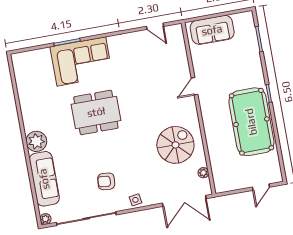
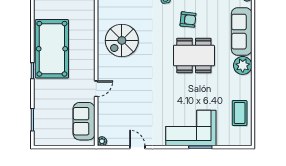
door: (155, 26) -> (137, 147), moved
sofa: (212, 30) -> (84, 121), moved, turned -90
coffee table: (30, 88) -> (240, 113), added
dining table: (96, 112) -> (194, 55), moved
plant: (203, 173) -> (102, 141), moved

